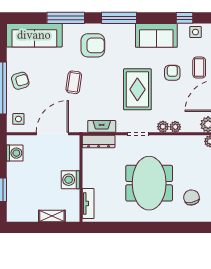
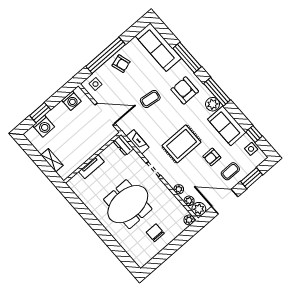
plant: (126, 31) -> (213, 104), added
armchair: (93, 45) -> (185, 90), turned 180
armchair: (172, 73) -> (212, 157), turned 180
plant: (163, 127) -> (189, 201), moved
dresser: (99, 141) -> (123, 145), width x0.70
washing machine: (70, 180) -> (44, 126), moved, turned 180
chair: (191, 197) -> (155, 233), moved, turned -78
tv unit: (88, 204) -> (91, 167), moved

